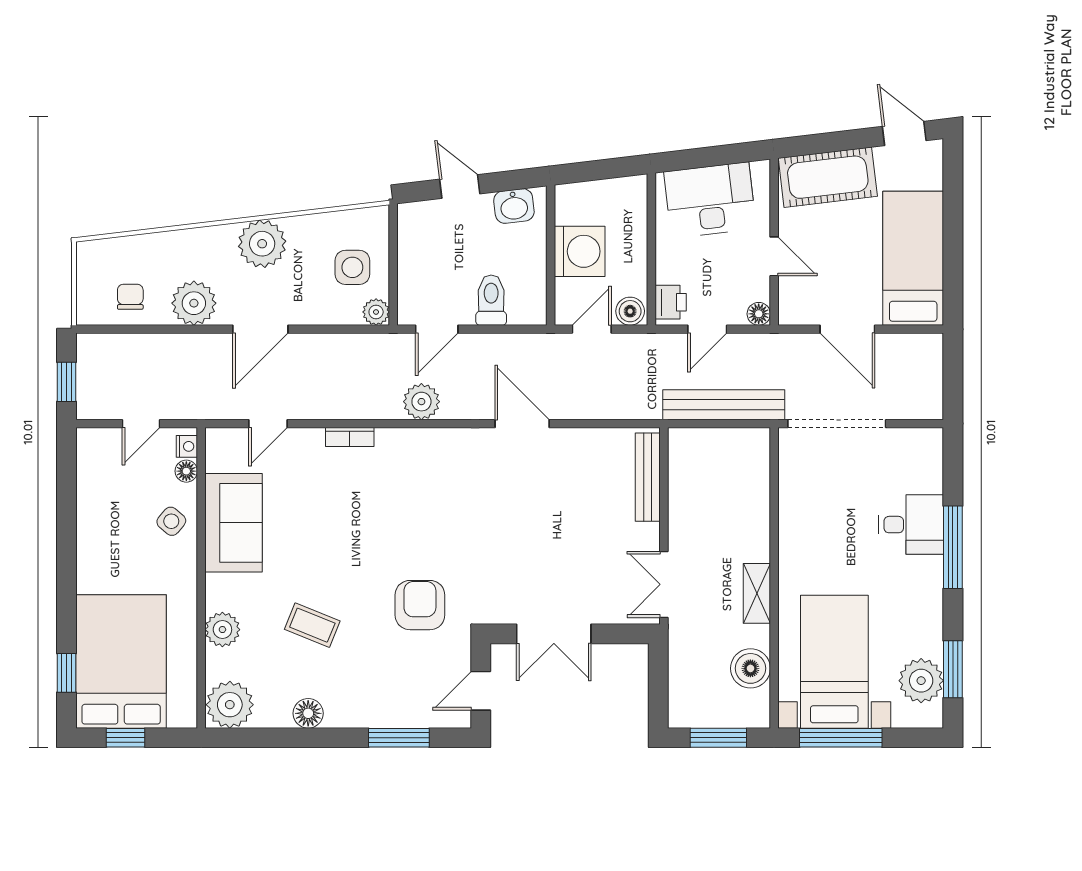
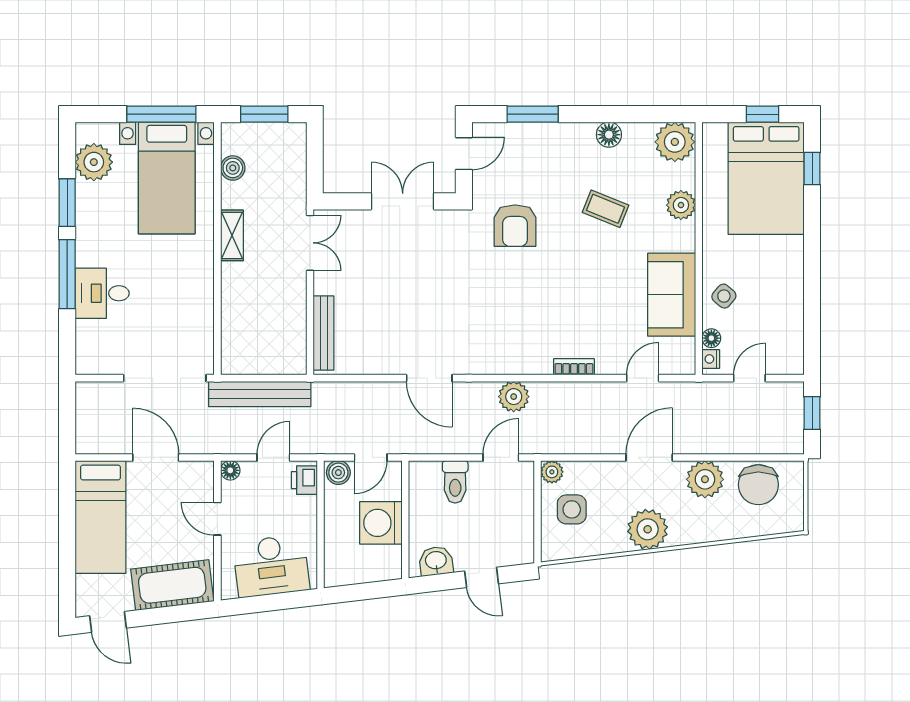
chair: (130, 297) -> (758, 485), width x1.87, depth x1.87
boiler: (750, 668) -> (233, 168), width x0.73, depth x0.73
window: (953, 669) -> (67, 203), moved

